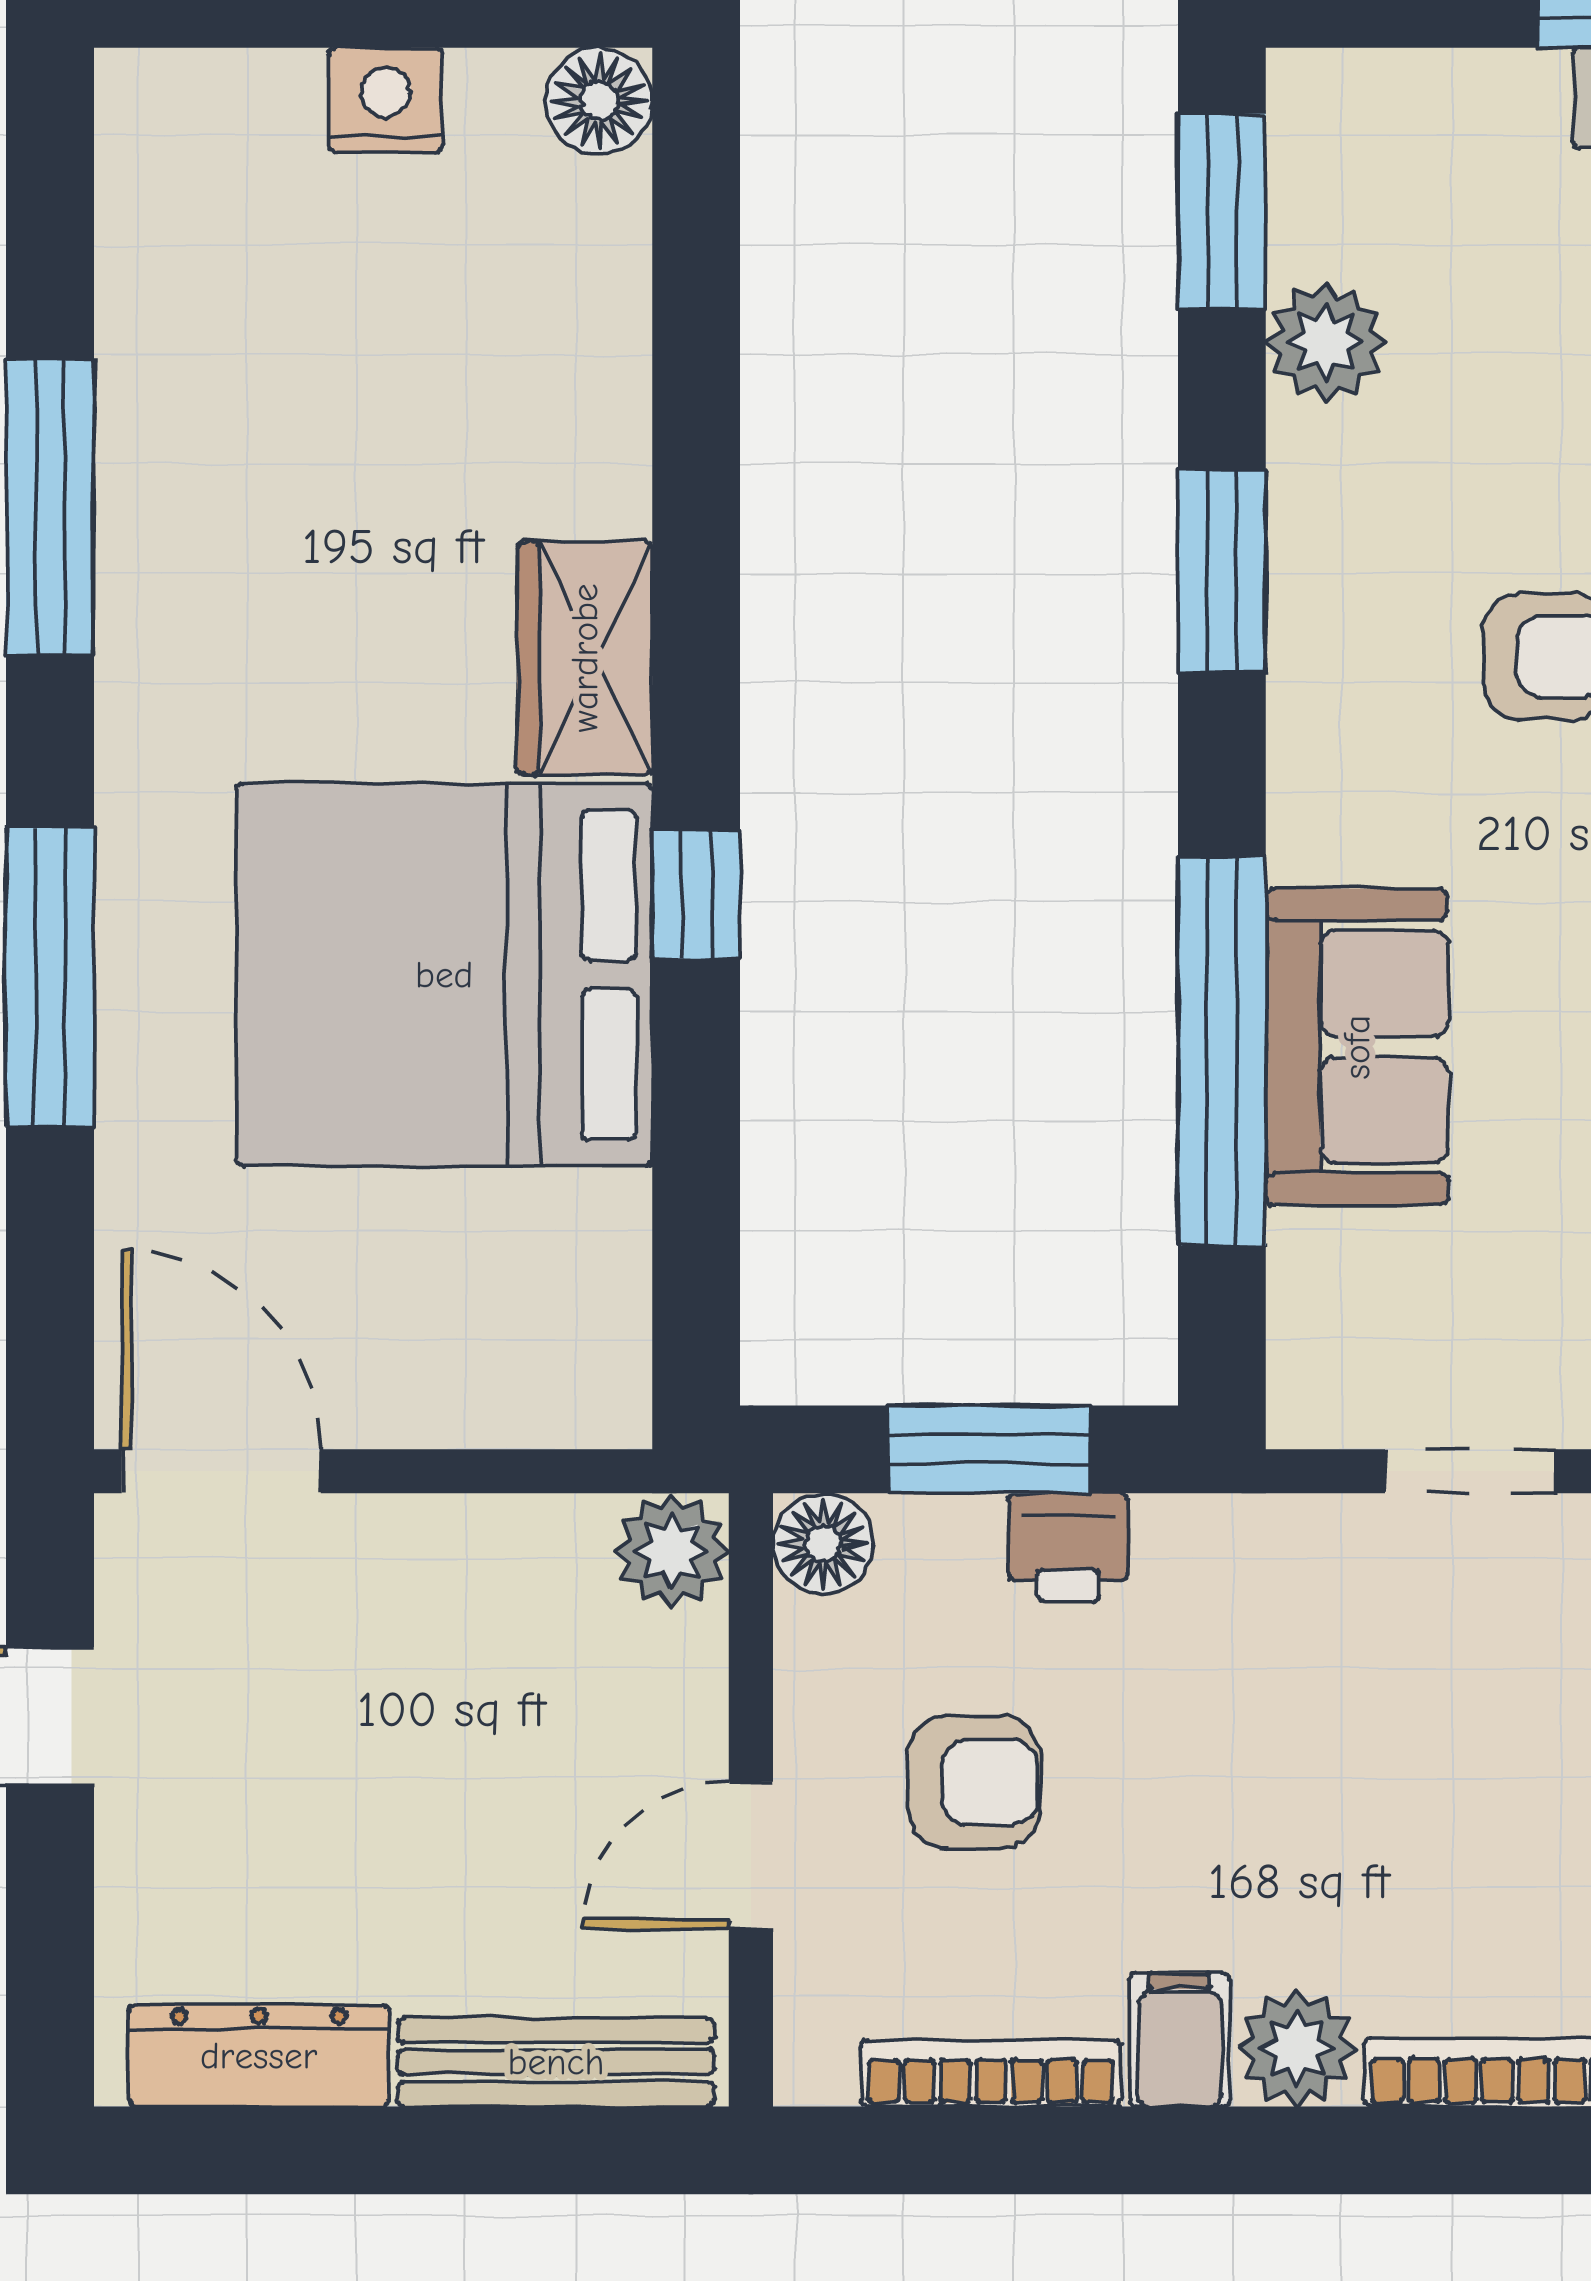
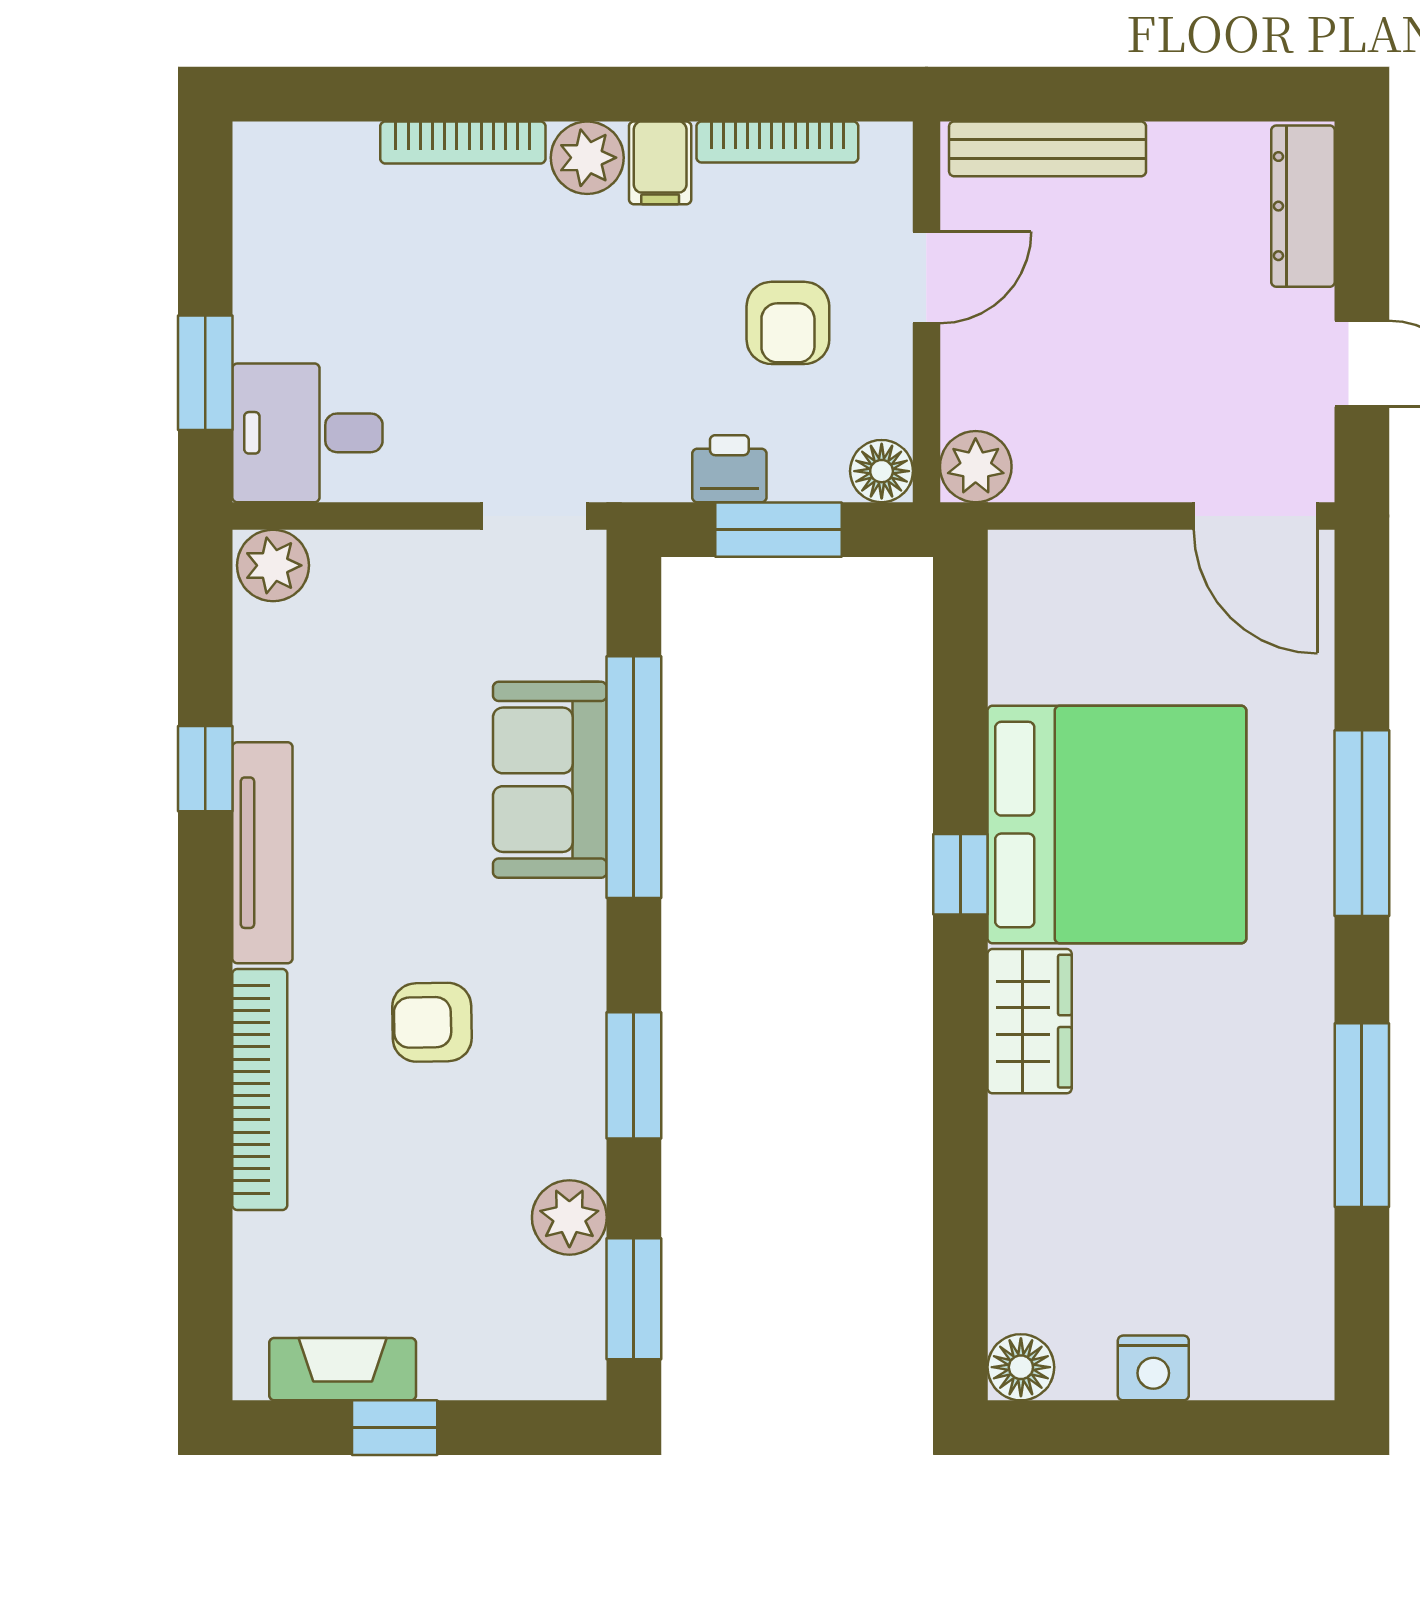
doorway: (1470, 1471) -> (534, 516), moved
armchair: (974, 1782) -> (788, 323), turned -90
dresser: (259, 2056) -> (1303, 206), moved, turned 90

